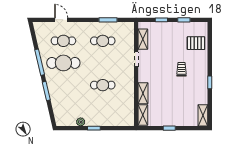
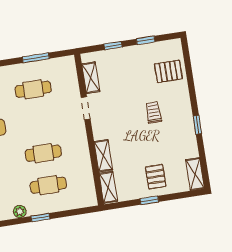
cafe table: (103, 107) -> (48, 185), added
pallet: (176, 113) -> (156, 177), added

